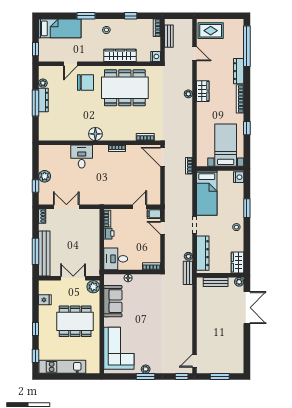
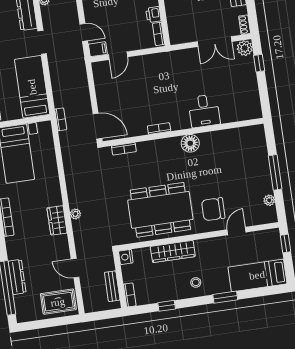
dresser: (239, 71) -> (17, 277), moved
dresser: (43, 100) -> (265, 178), removed
plant: (45, 176) -> (245, 48), moved

